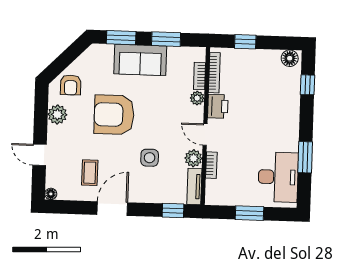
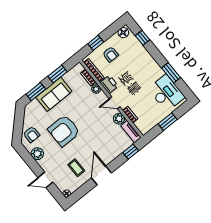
armchair: (251, 71) -> (111, 54), added
side table: (150, 158) -> (98, 136), removed

